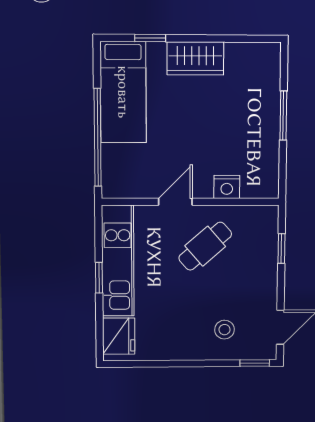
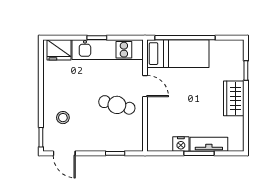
bed: (123, 92) -> (178, 54), moved, turned 180
tv unit: (269, 99) -> (209, 144), added
nightstand: (227, 187) -> (181, 144), moved, turned -90
cafe table: (205, 246) -> (117, 105), turned -34

